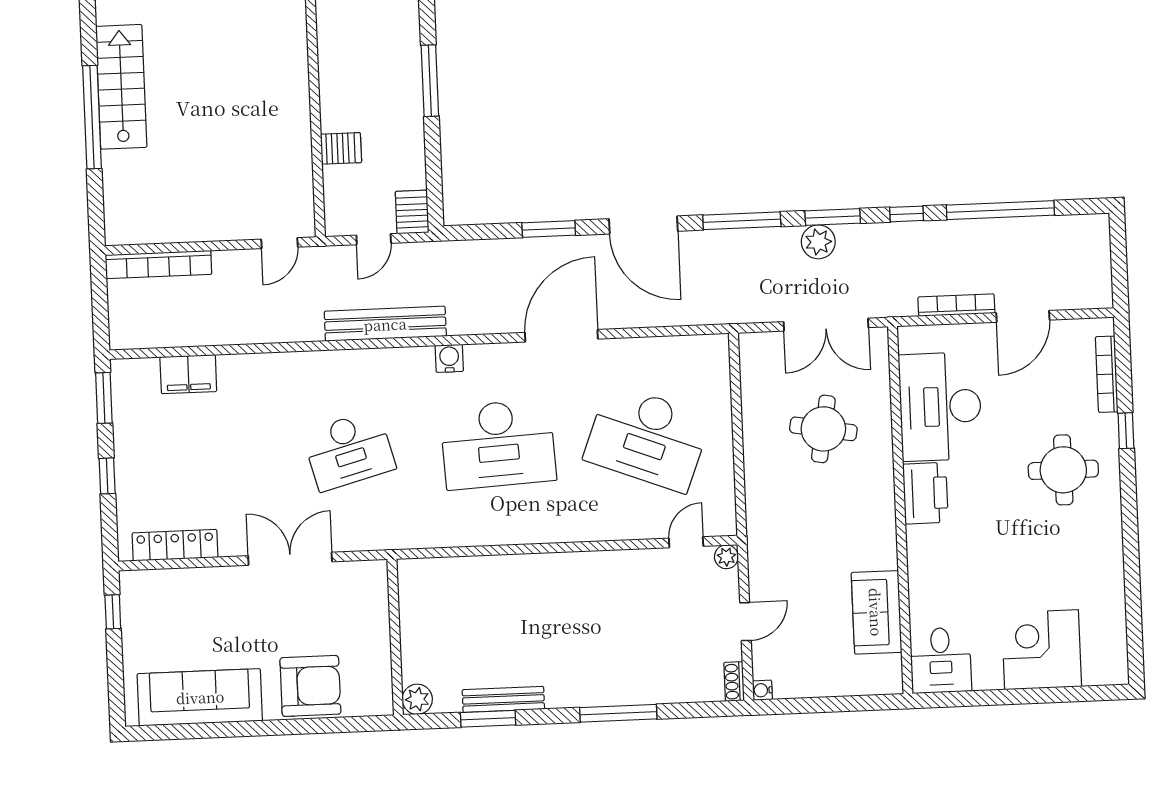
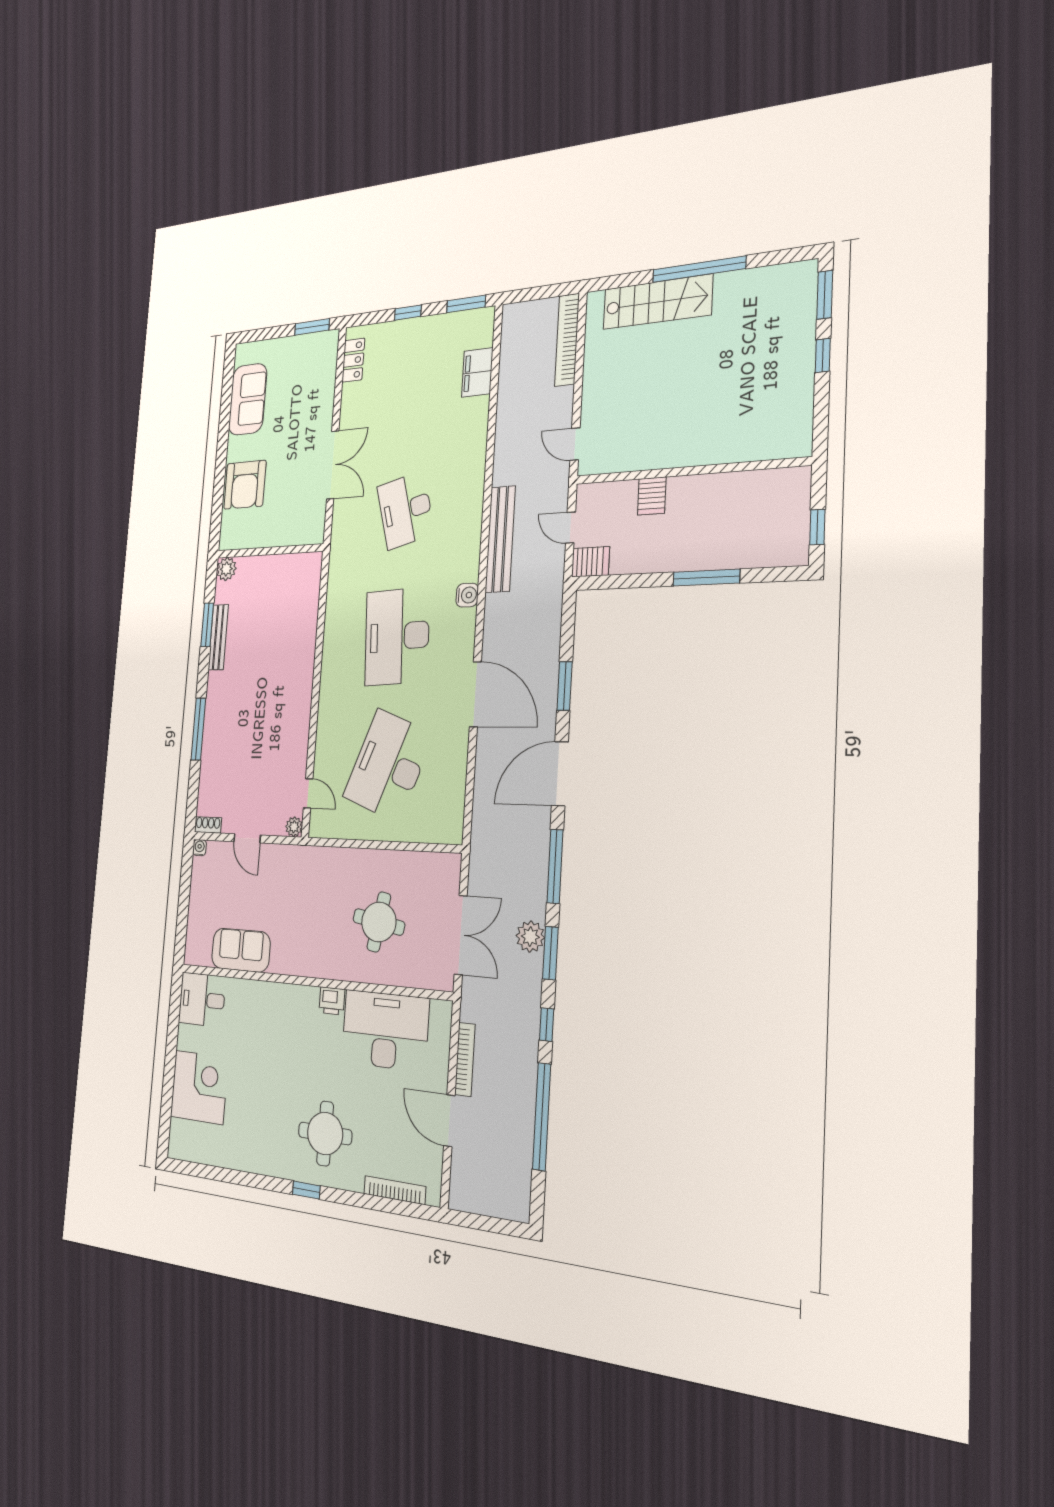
stairs: (121, 87) -> (657, 302), moved
double door: (826, 325) -> (461, 935), swing flipped
window: (1126, 431) -> (306, 1190), moved
printer: (925, 493) -> (332, 1001), width x0.53, depth x0.68
locker: (175, 545) -> (353, 360), width x0.66
window: (113, 612) -> (312, 327), width x1.50
sofa: (200, 697) -> (248, 399), width x0.73

